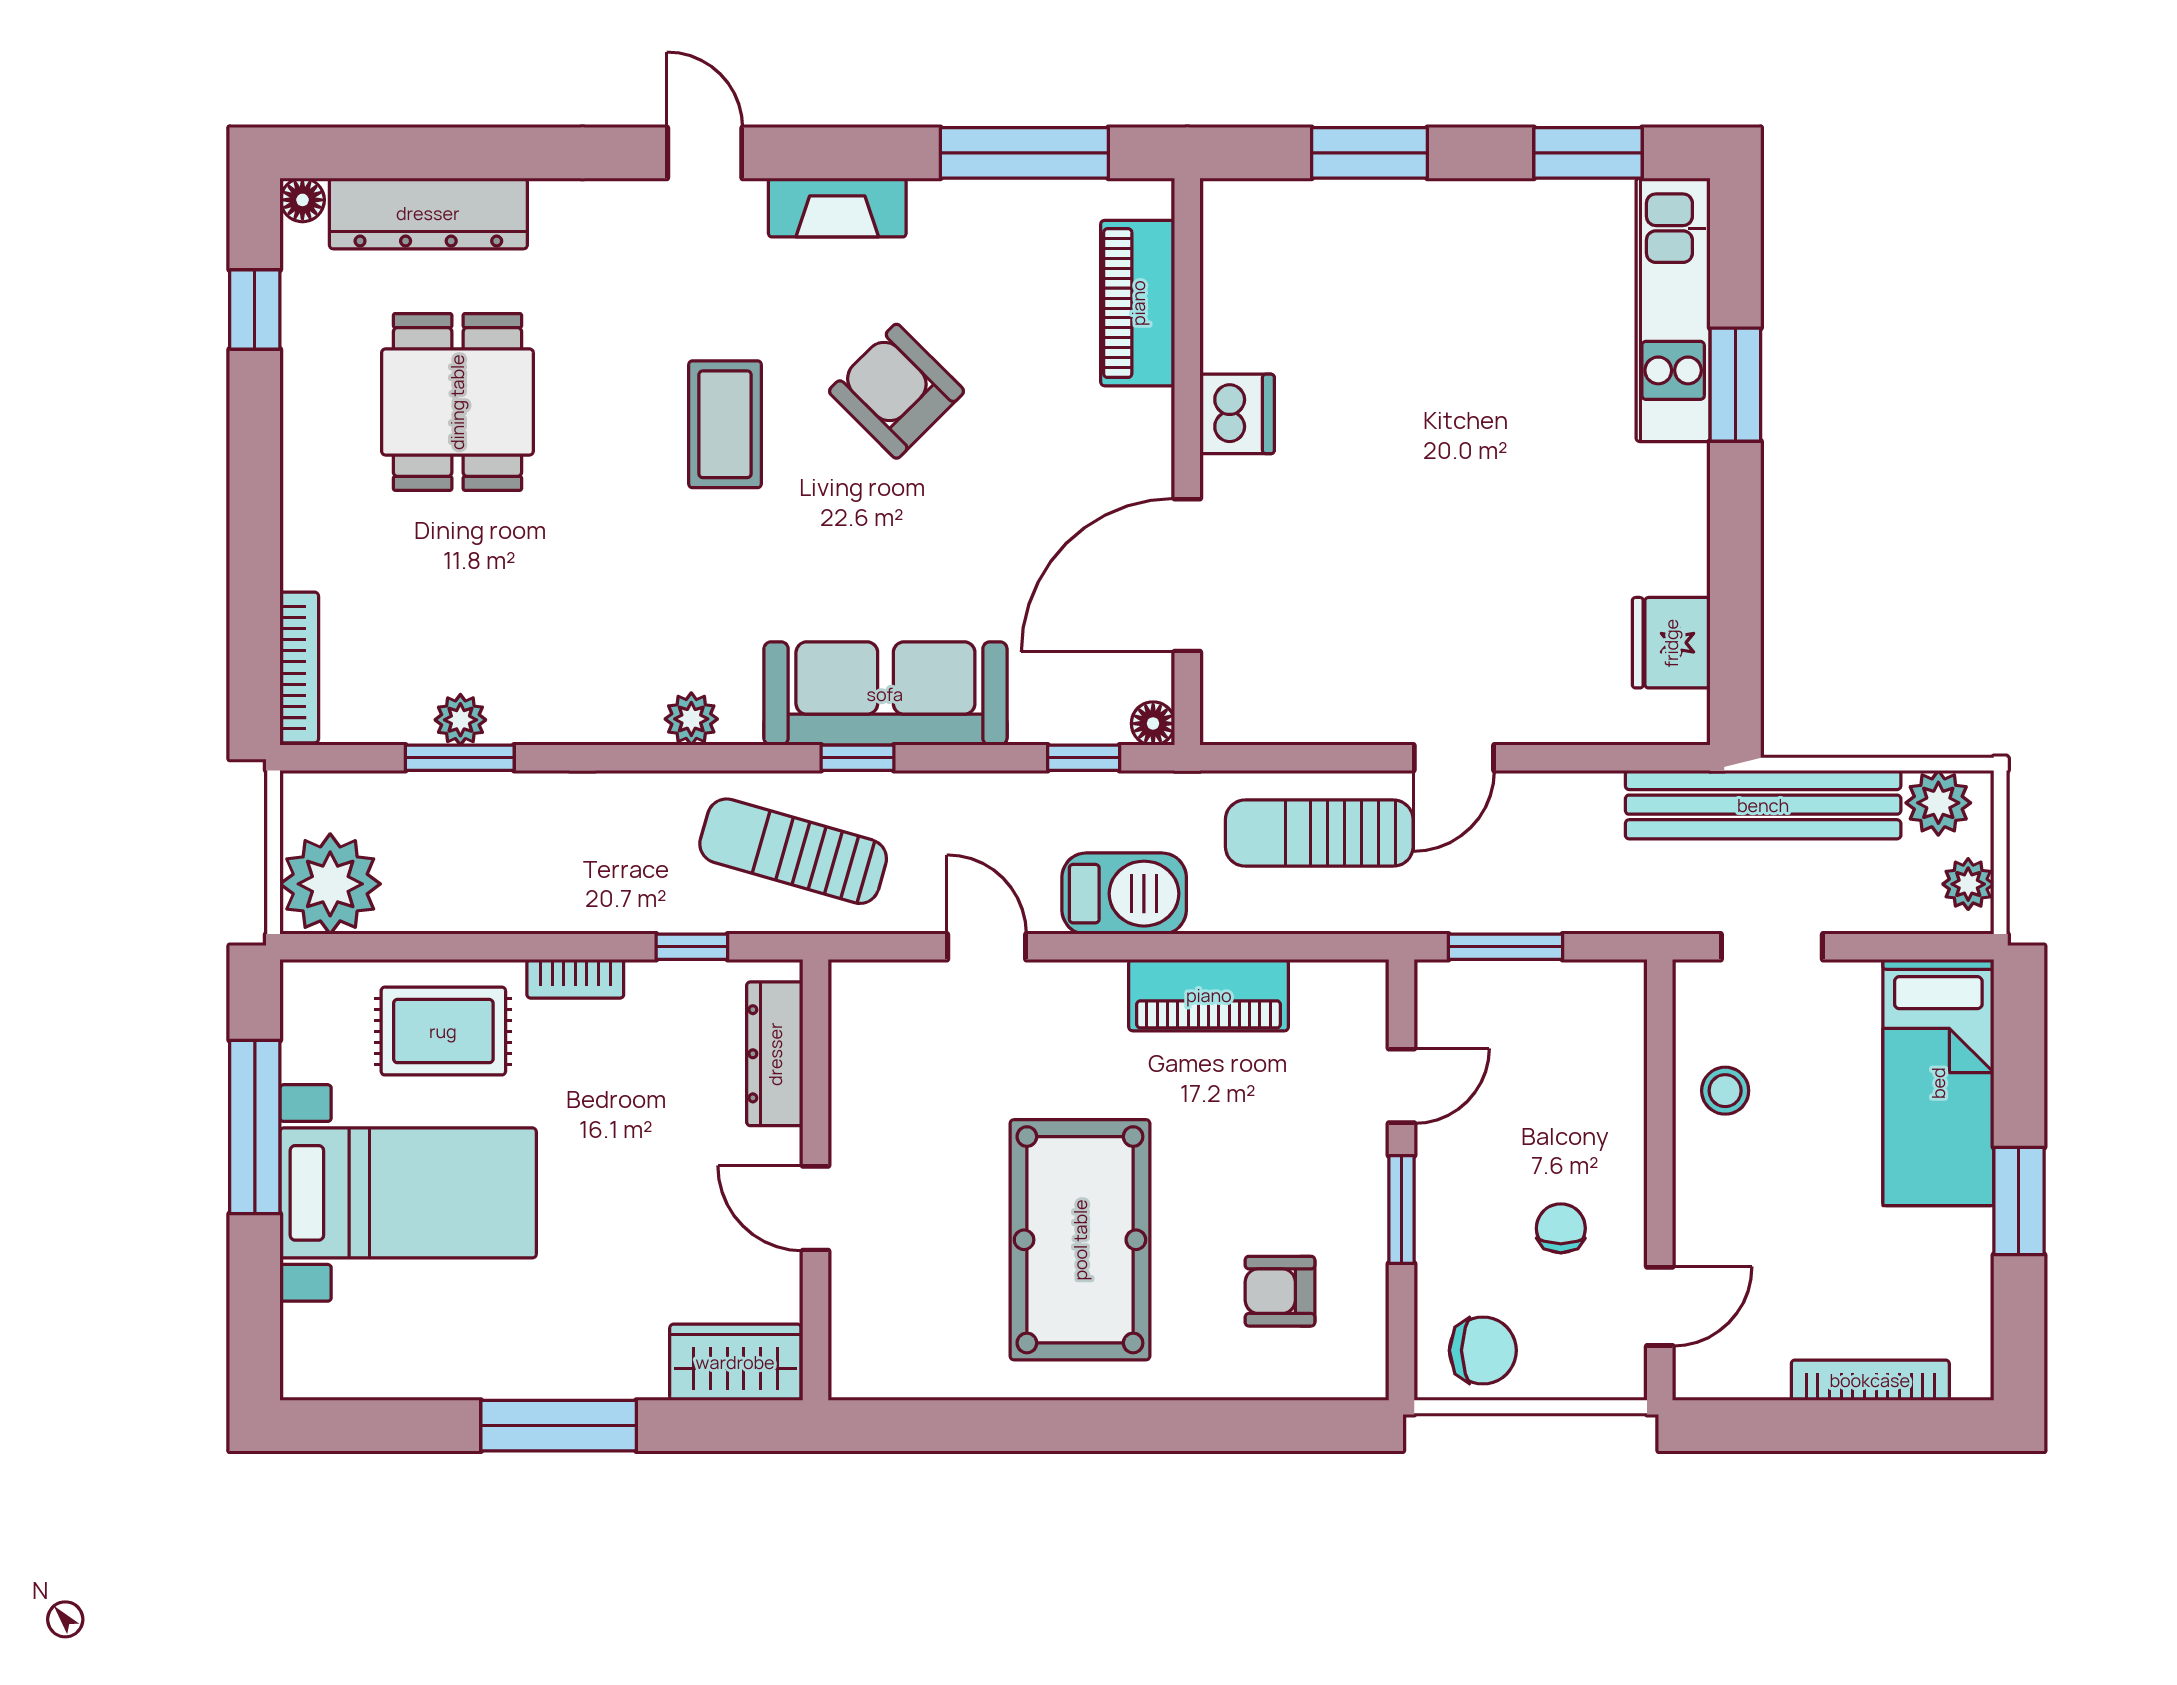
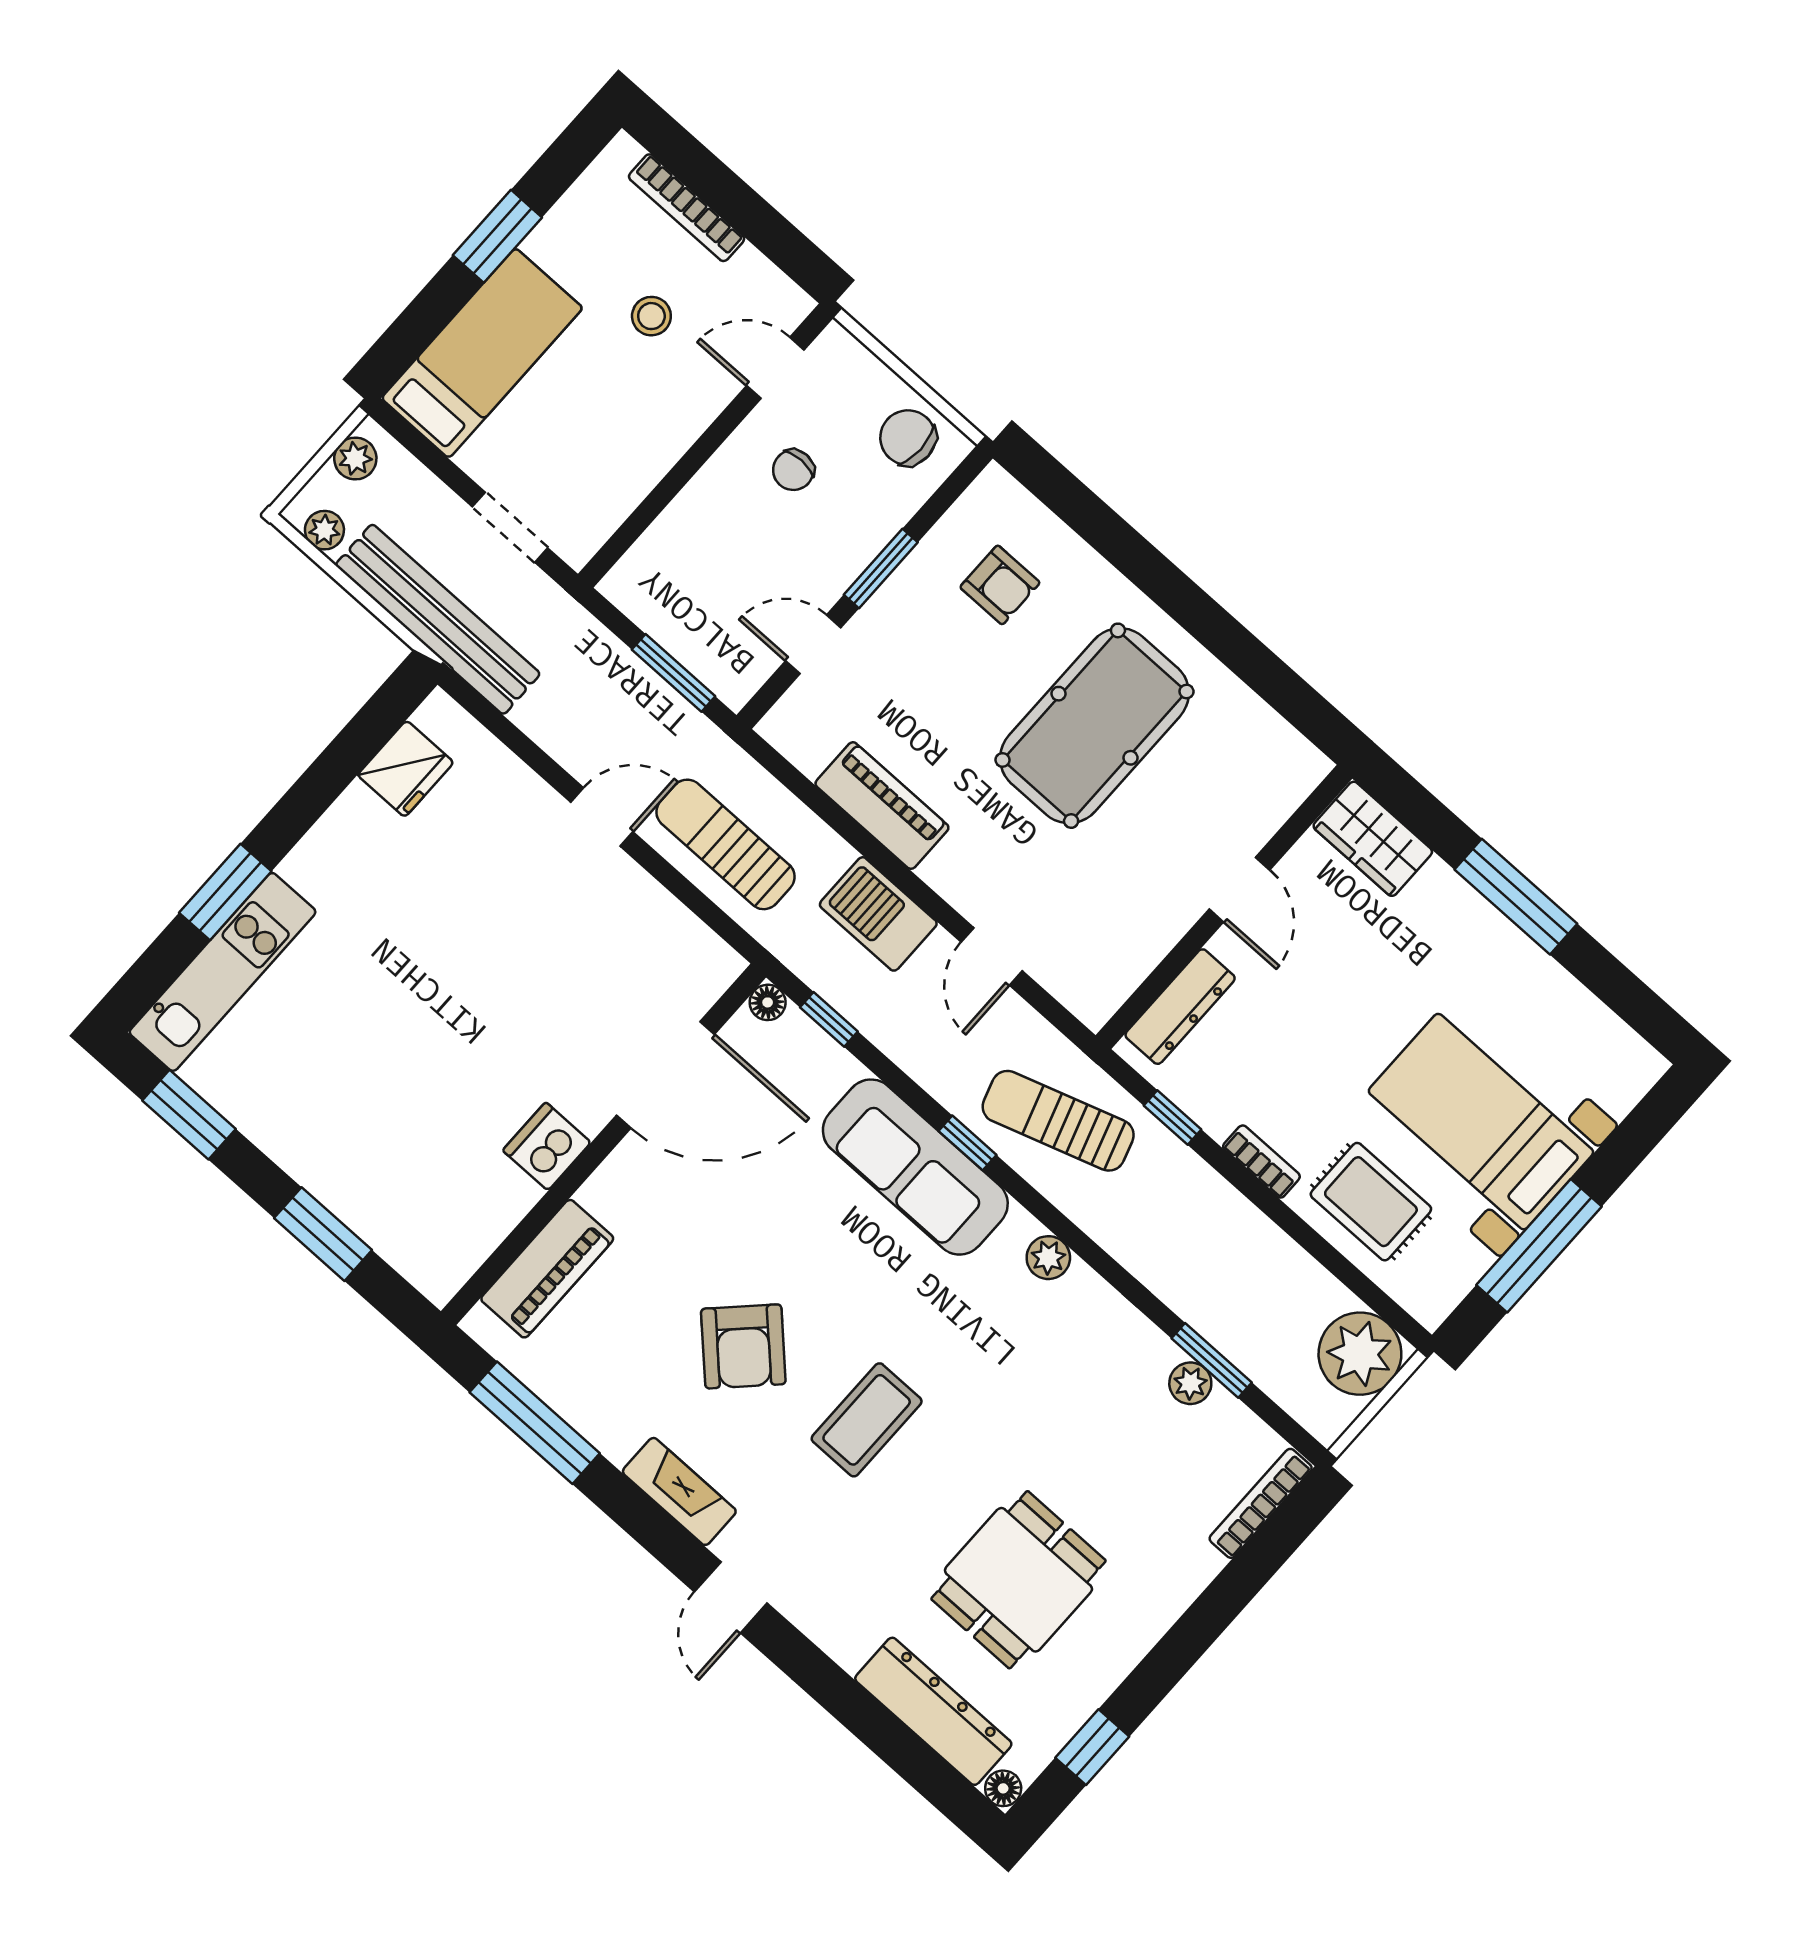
plant: (1938, 803) -> (324, 530), width x0.73, depth x0.73
sun lounger: (1319, 833) -> (726, 844), turned 180
sun lounger: (793, 851) -> (1058, 1121), turned 146
stool: (1725, 1091) -> (651, 316), moved

